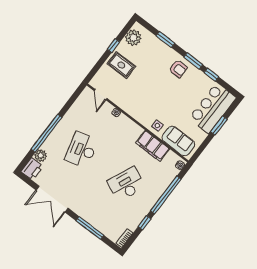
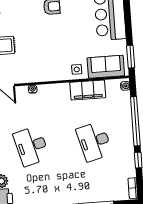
window: (219, 126) -> (131, 57), moved
desk: (126, 184) -> (94, 141), turned -39

